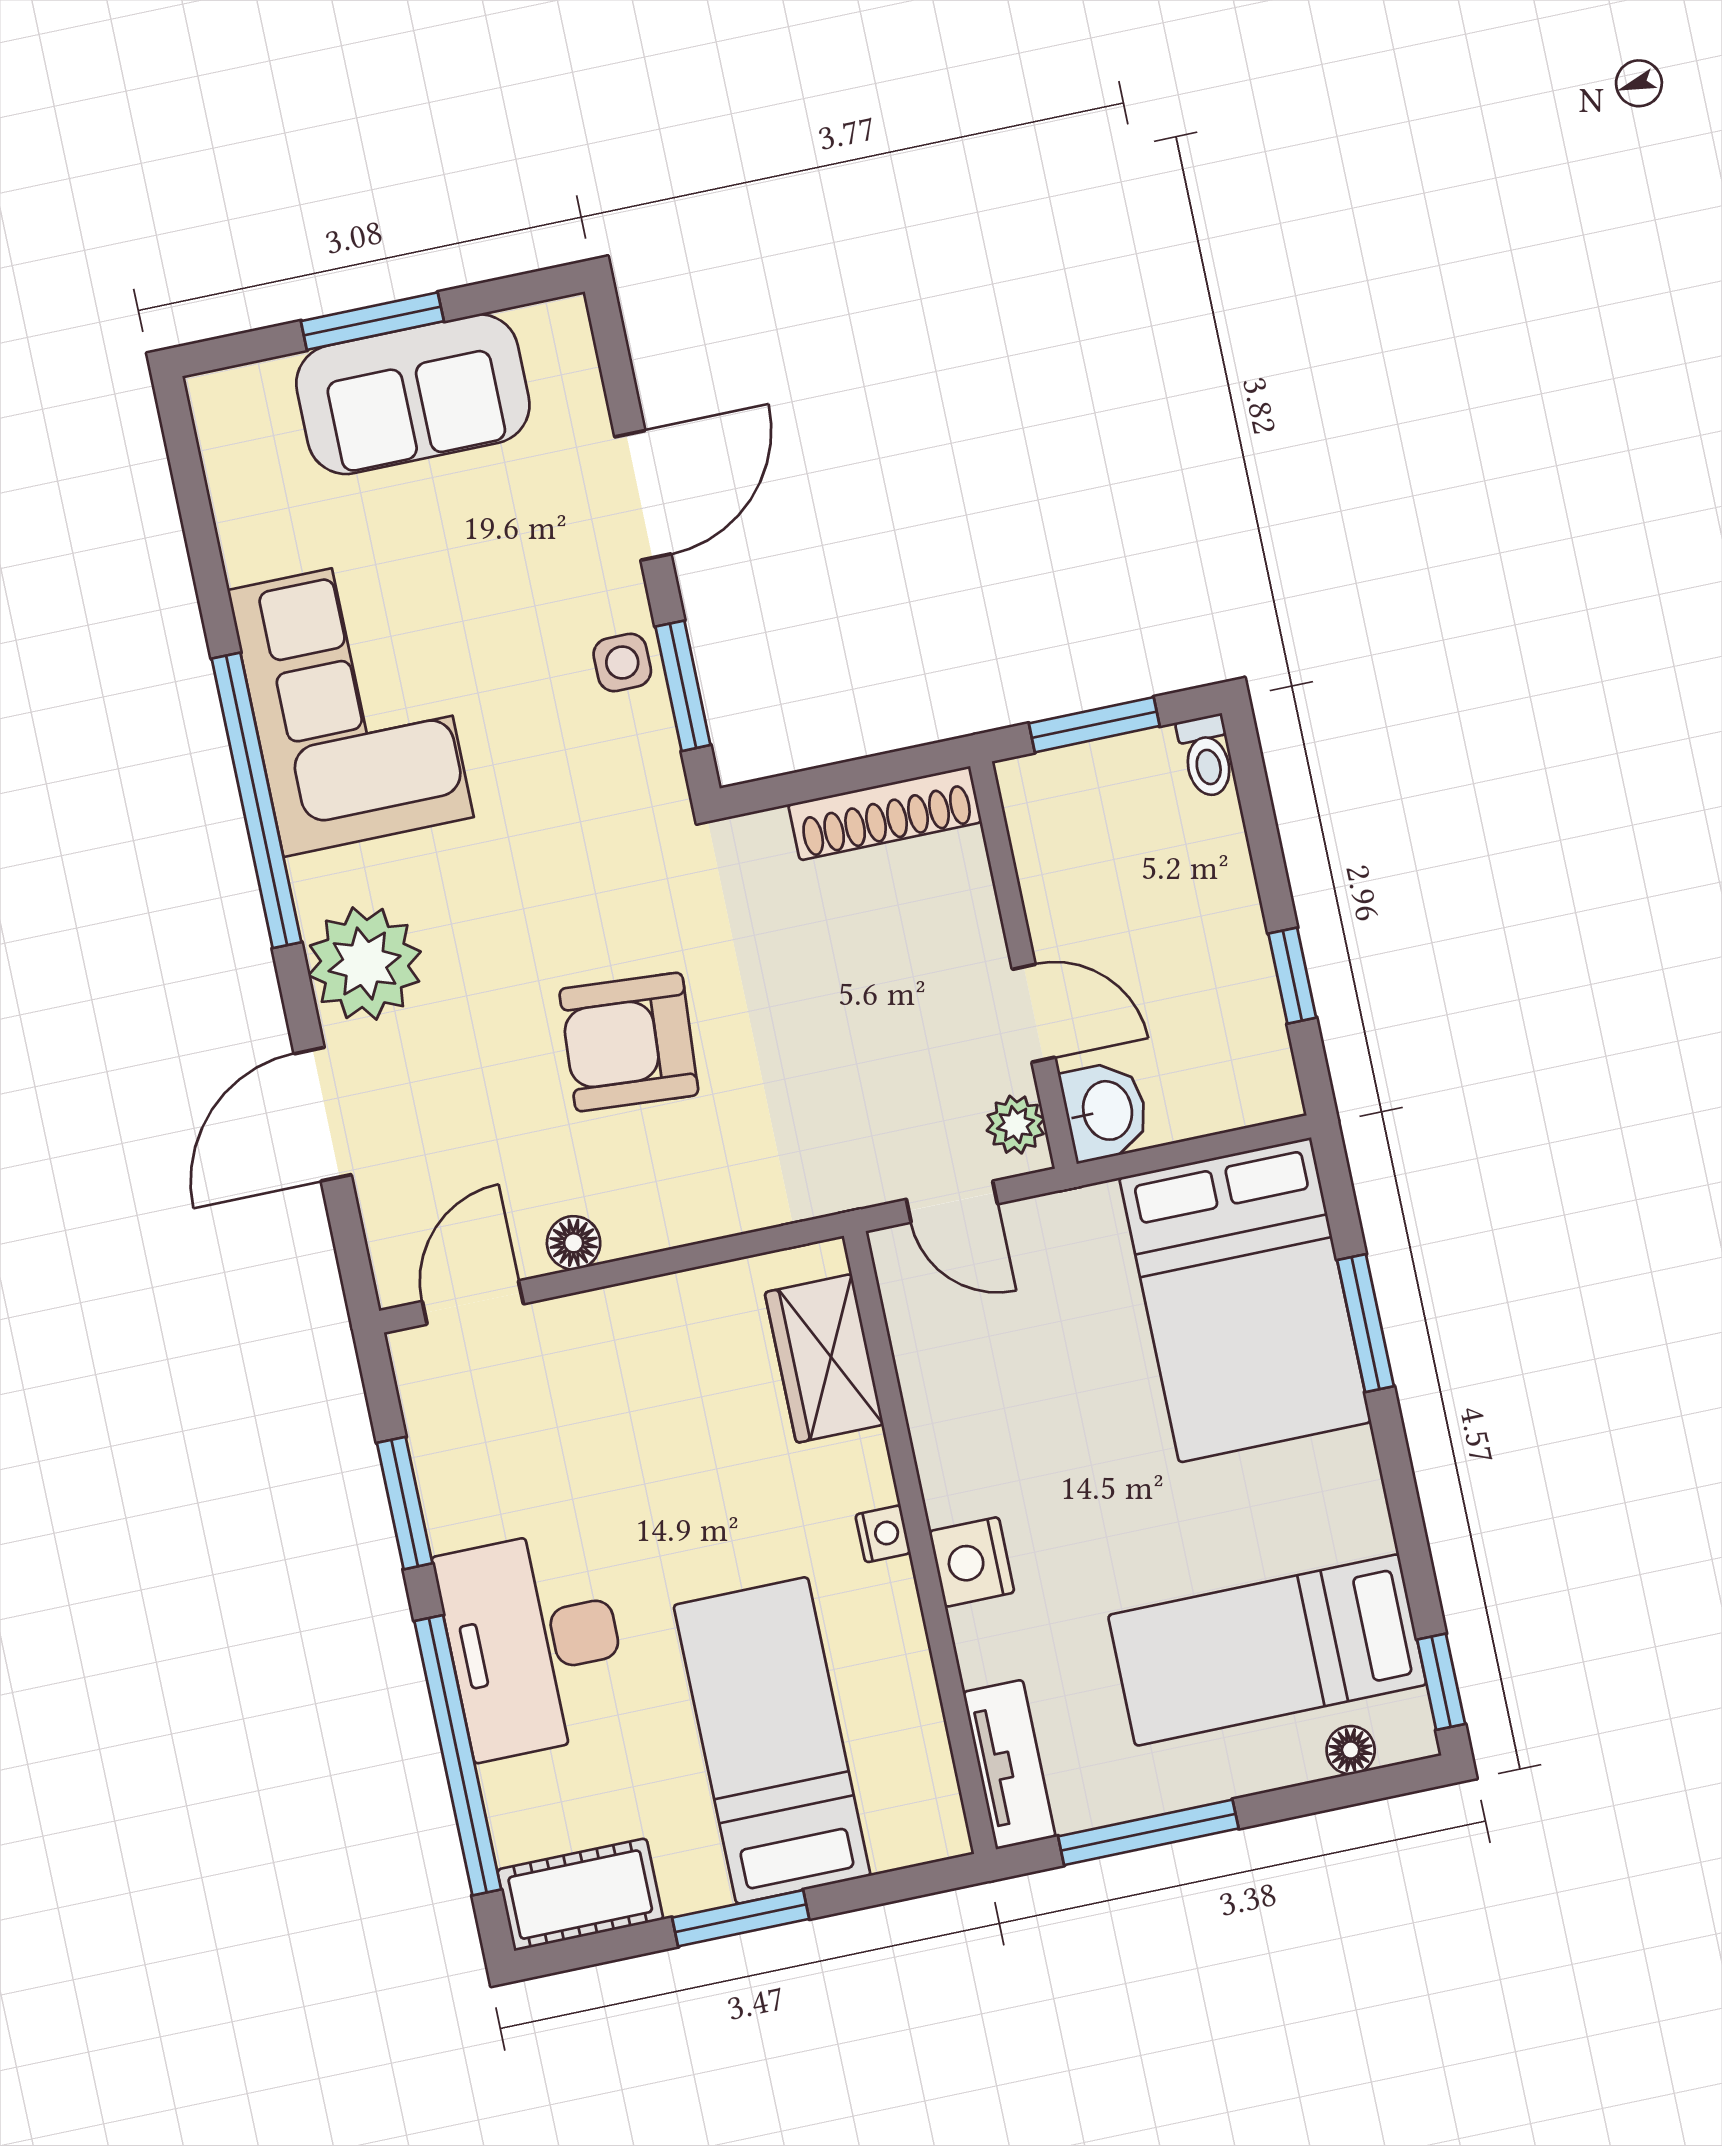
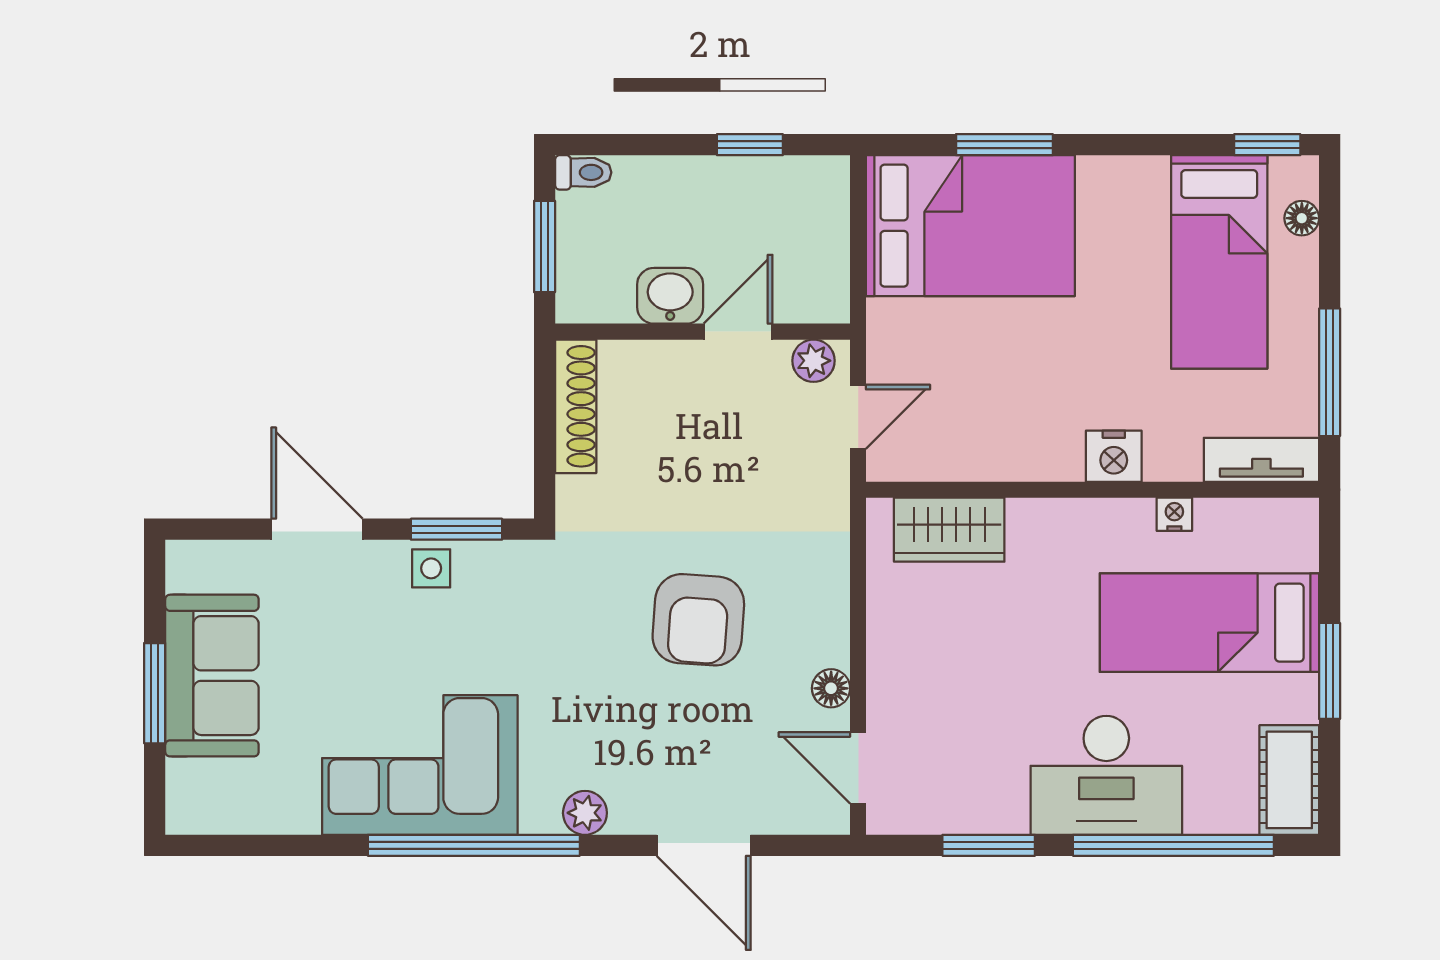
plant: (365, 963) -> (585, 813), width x0.53, depth x0.53
washbasin: (1105, 1111) -> (670, 296), moved
nightstand: (883, 1534) -> (1174, 514), moved

